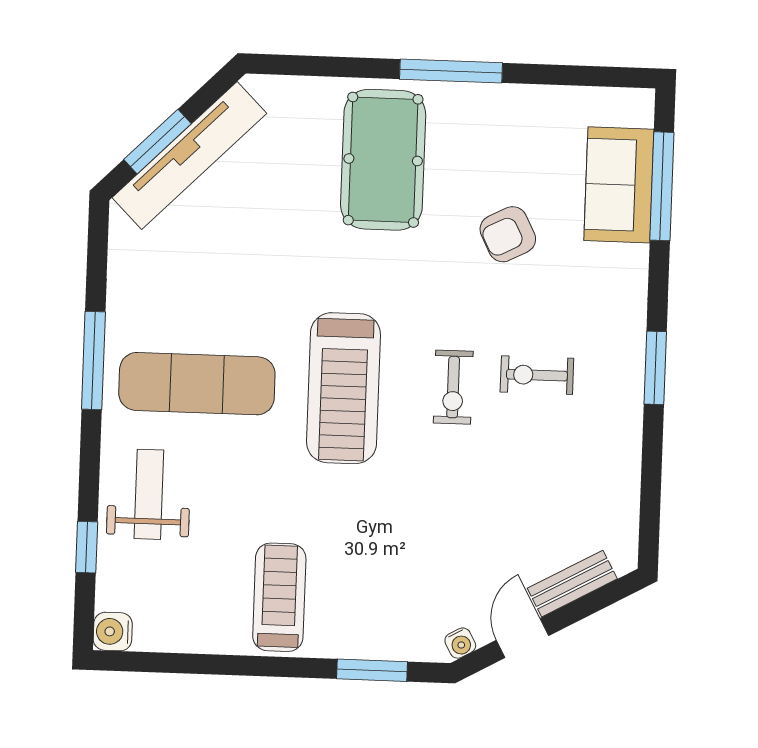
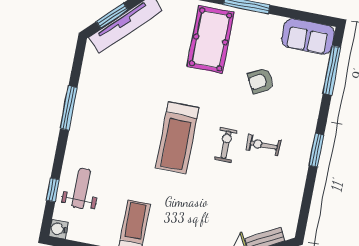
sofa: (619, 185) -> (308, 36), moved, turned -90
exercise mat: (197, 384) -> (113, 125), removed
exercise bike: (453, 387) -> (226, 145), turned 180
weight bench: (149, 494) -> (81, 188), moved

